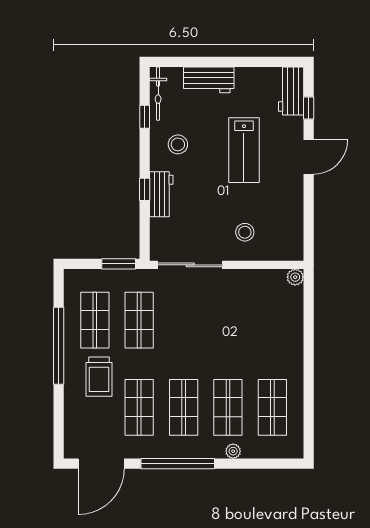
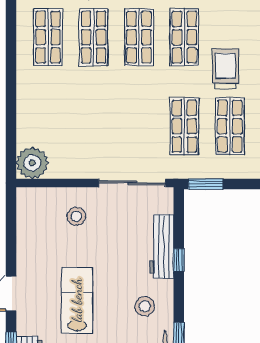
workbench: (161, 194) -> (162, 246), width x1.37
plant: (295, 277) -> (32, 163), width x1.88, depth x1.88

